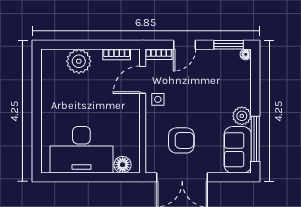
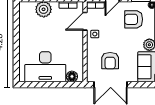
armchair: (218, 77) -> (134, 19), added
armchair: (181, 140) -> (110, 61), turned 90

